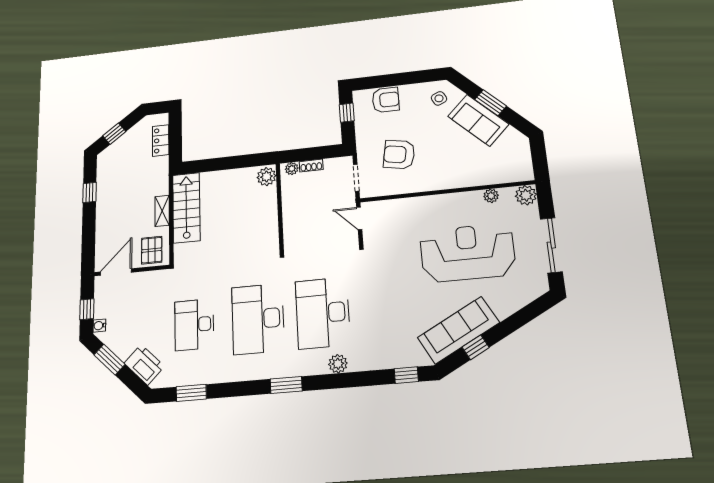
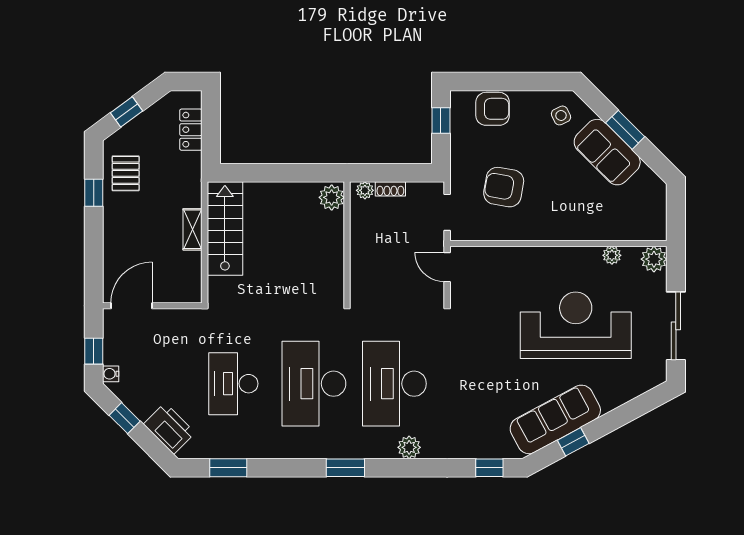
pallet: (152, 250) -> (126, 173), moved
window: (109, 360) -> (125, 418), width x0.67

